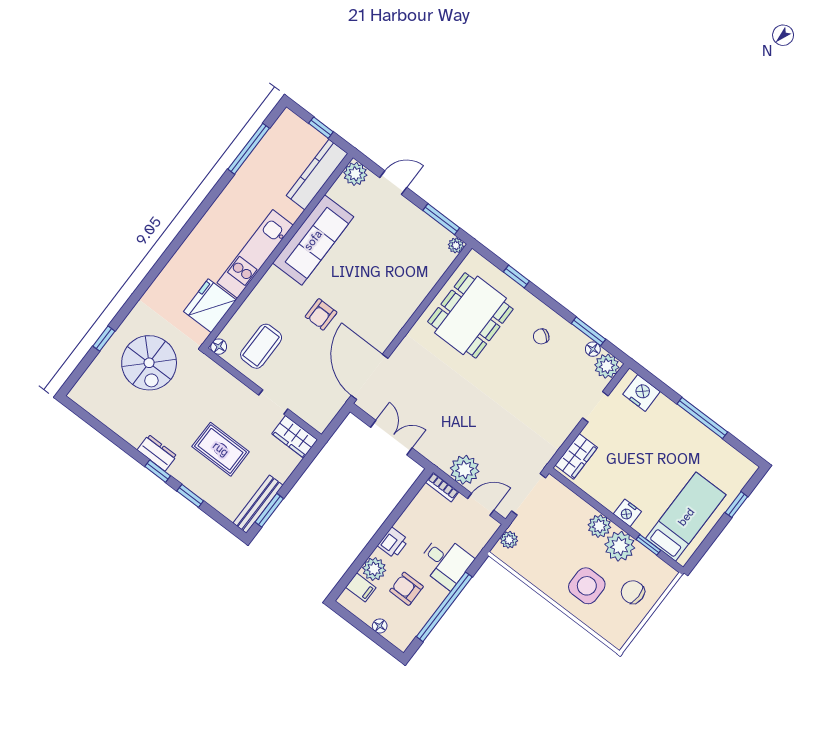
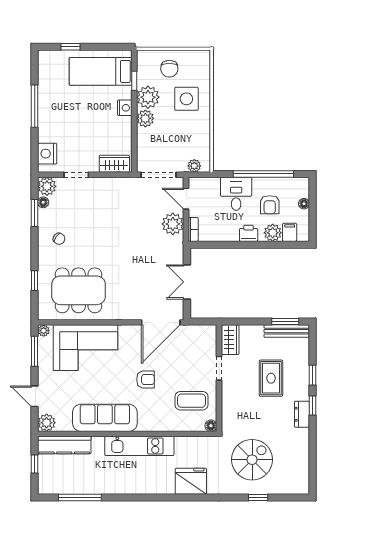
corner sofa: (404, 276) -> (86, 348), added
fridge: (210, 306) -> (191, 481), moved, turned 180

